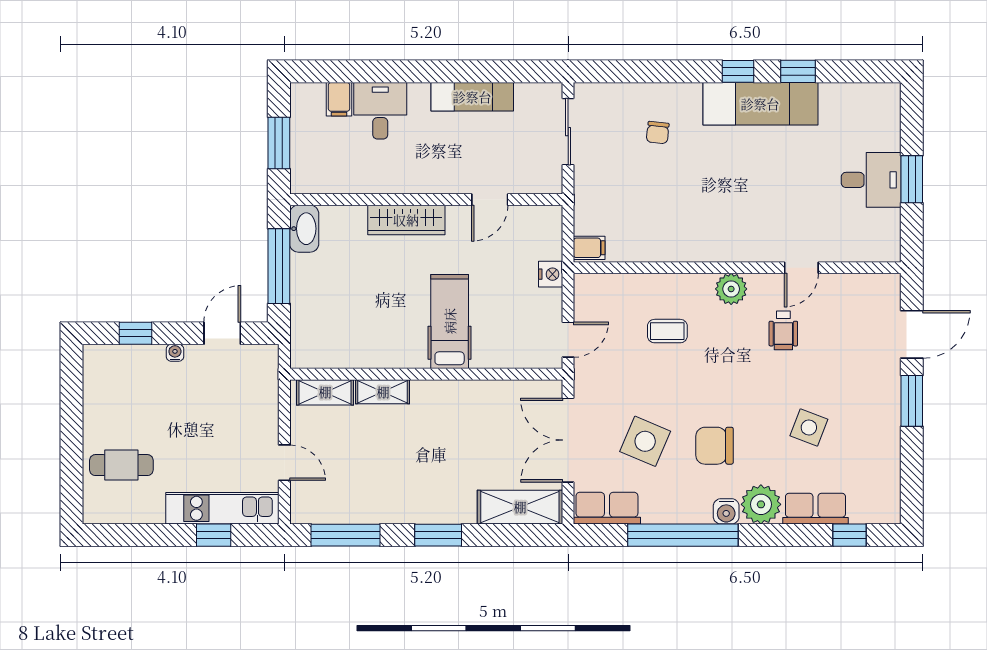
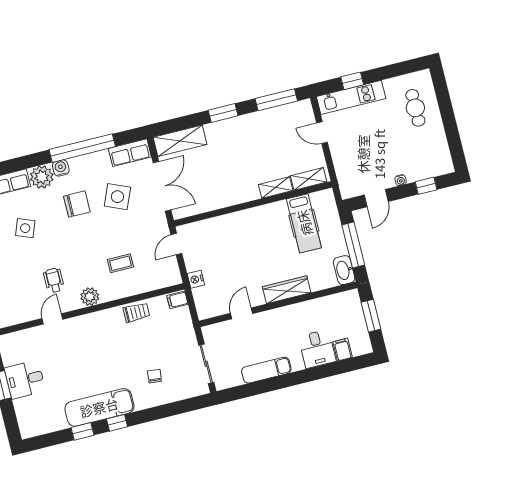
trolley: (661, 244) -> (136, 312), added
hospital bed: (450, 321) -> (304, 223), moved
cafe table: (121, 465) -> (415, 108), turned 90

